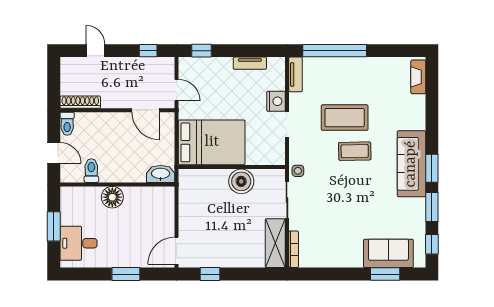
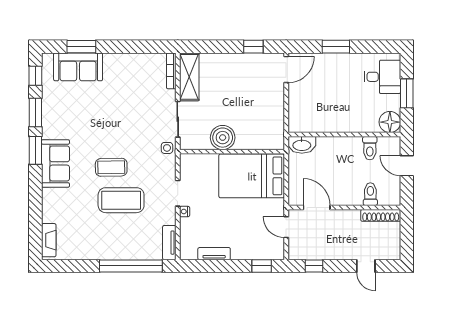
nightstand: (276, 101) -> (185, 212), width x0.53, depth x0.56
toilet: (67, 124) -> (370, 194), moved
sofa: (411, 164) -> (55, 163), width x0.73
floor lamp: (112, 197) -> (390, 122), moved

